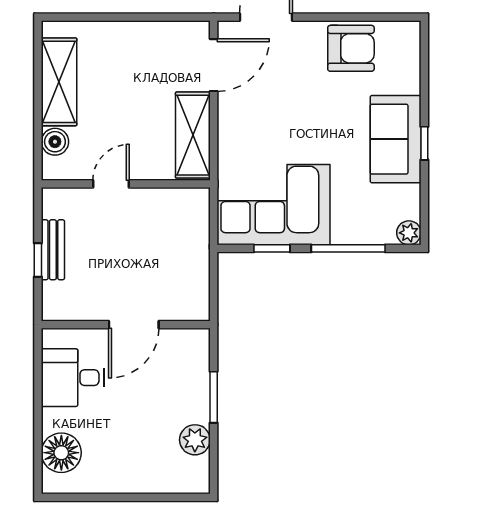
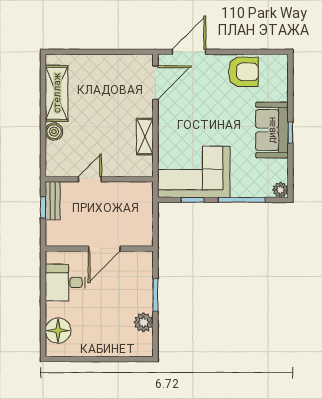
shelving: (193, 135) -> (145, 137), width x0.67, depth x0.75
door: (111, 184) -> (90, 179), moved
wall: (126, 184) -> (99, 179), moved

